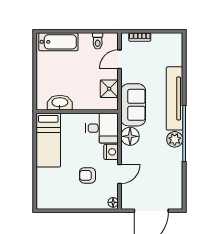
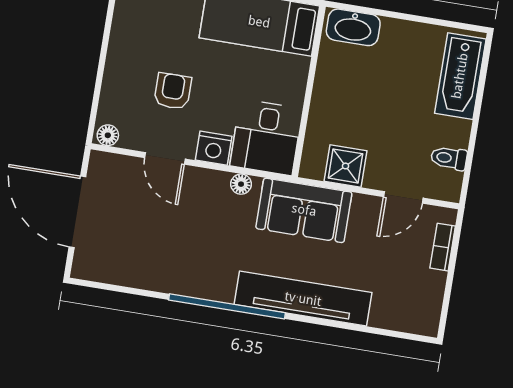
door: (119, 59) -> (403, 197), swing flipped
washbasin: (60, 103) -> (353, 27), moved, turned 90
floor lamp: (130, 136) -> (241, 184), width x0.53, depth x0.53
plant: (175, 139) -> (218, 285), removed

